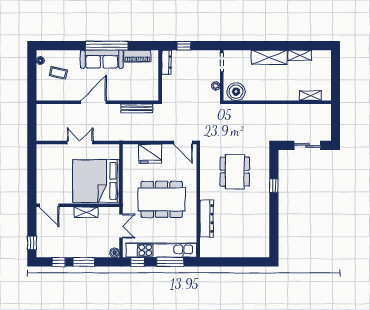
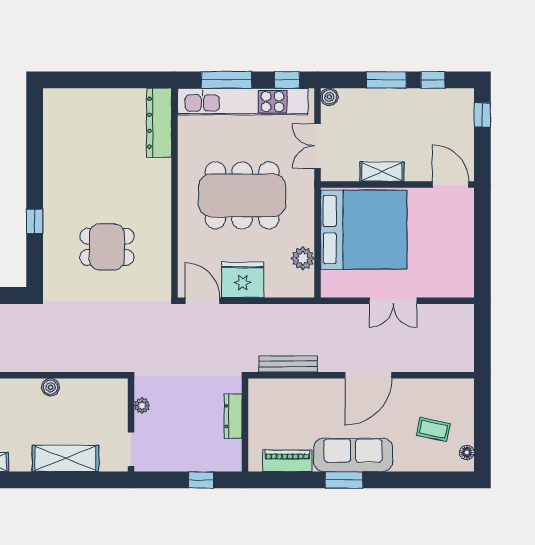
window: (107, 46) -> (344, 480), width x0.47
shelving: (269, 57) -> (65, 458), moved
dresser: (167, 62) -> (233, 416), moved
boiler: (236, 92) -> (50, 387), moved, width x0.54, depth x0.54
fridge: (150, 154) -> (243, 280), moved
plant: (129, 165) -> (303, 258), added
dining table: (235, 172) -> (107, 247), width x0.73
dresser: (207, 218) -> (159, 123), moved

